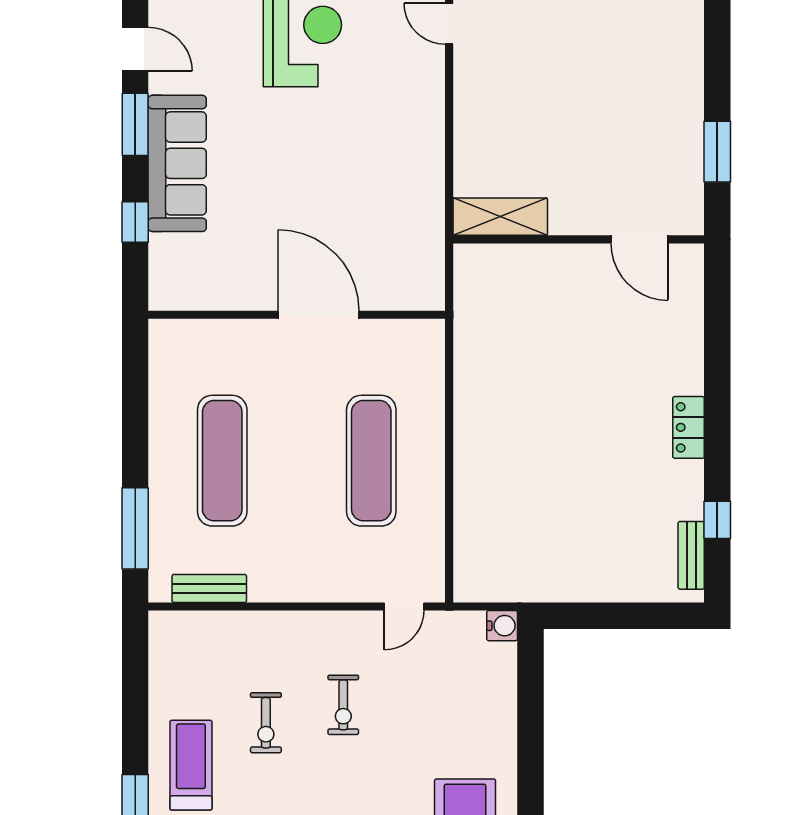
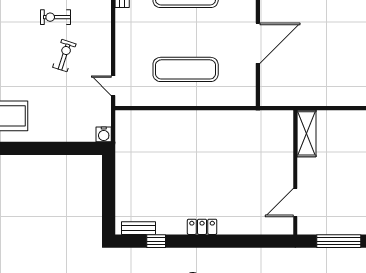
window: (717, 152) -> (339, 241), width x1.44
exercise bike: (343, 705) -> (64, 56), turned 108

